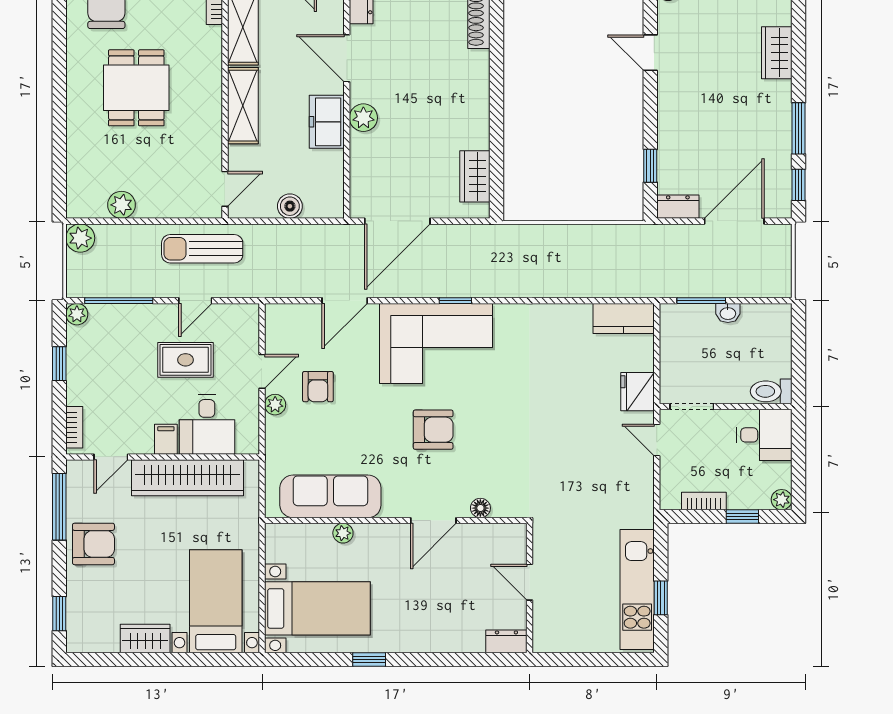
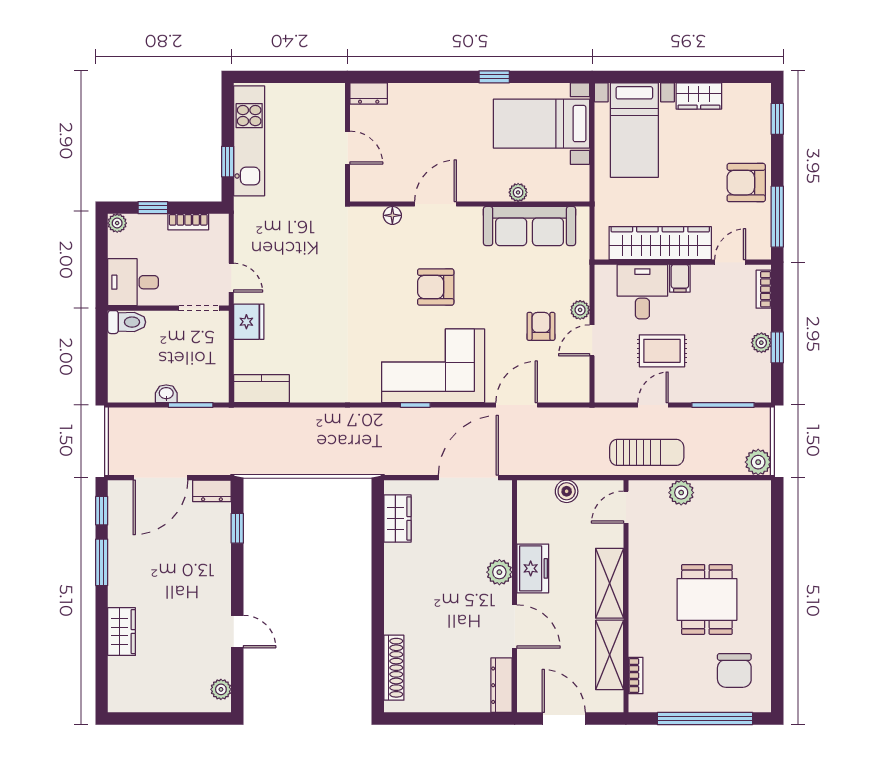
plant: (121, 205) -> (681, 493), moved
plant: (77, 314) -> (761, 343), moved
window: (661, 598) -> (228, 162), moved

